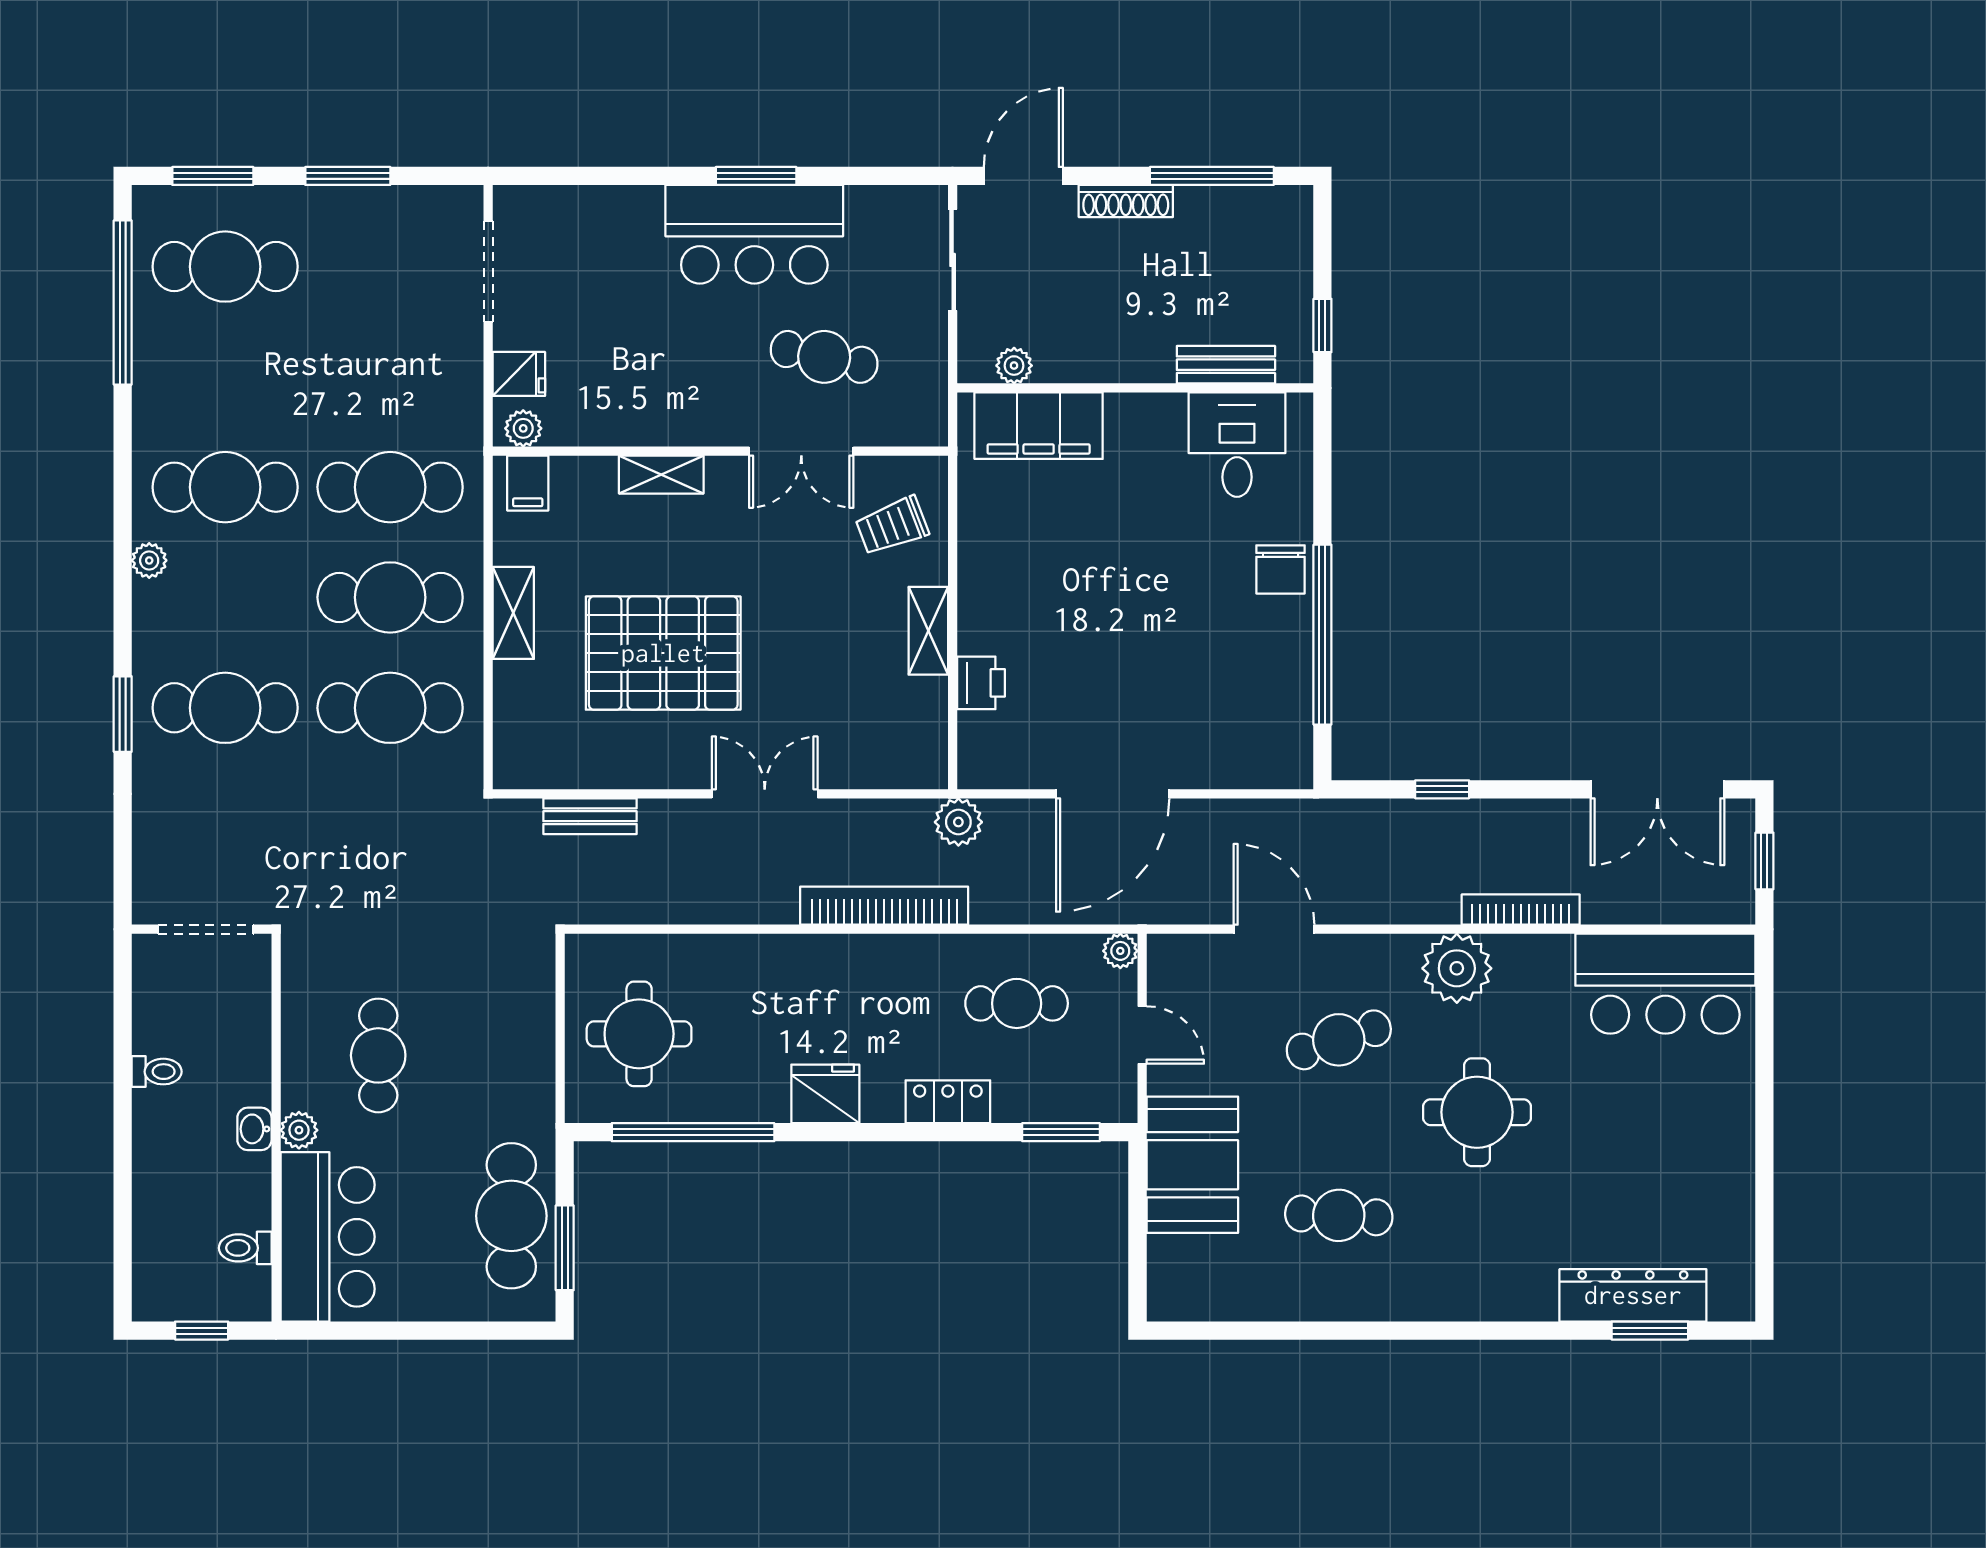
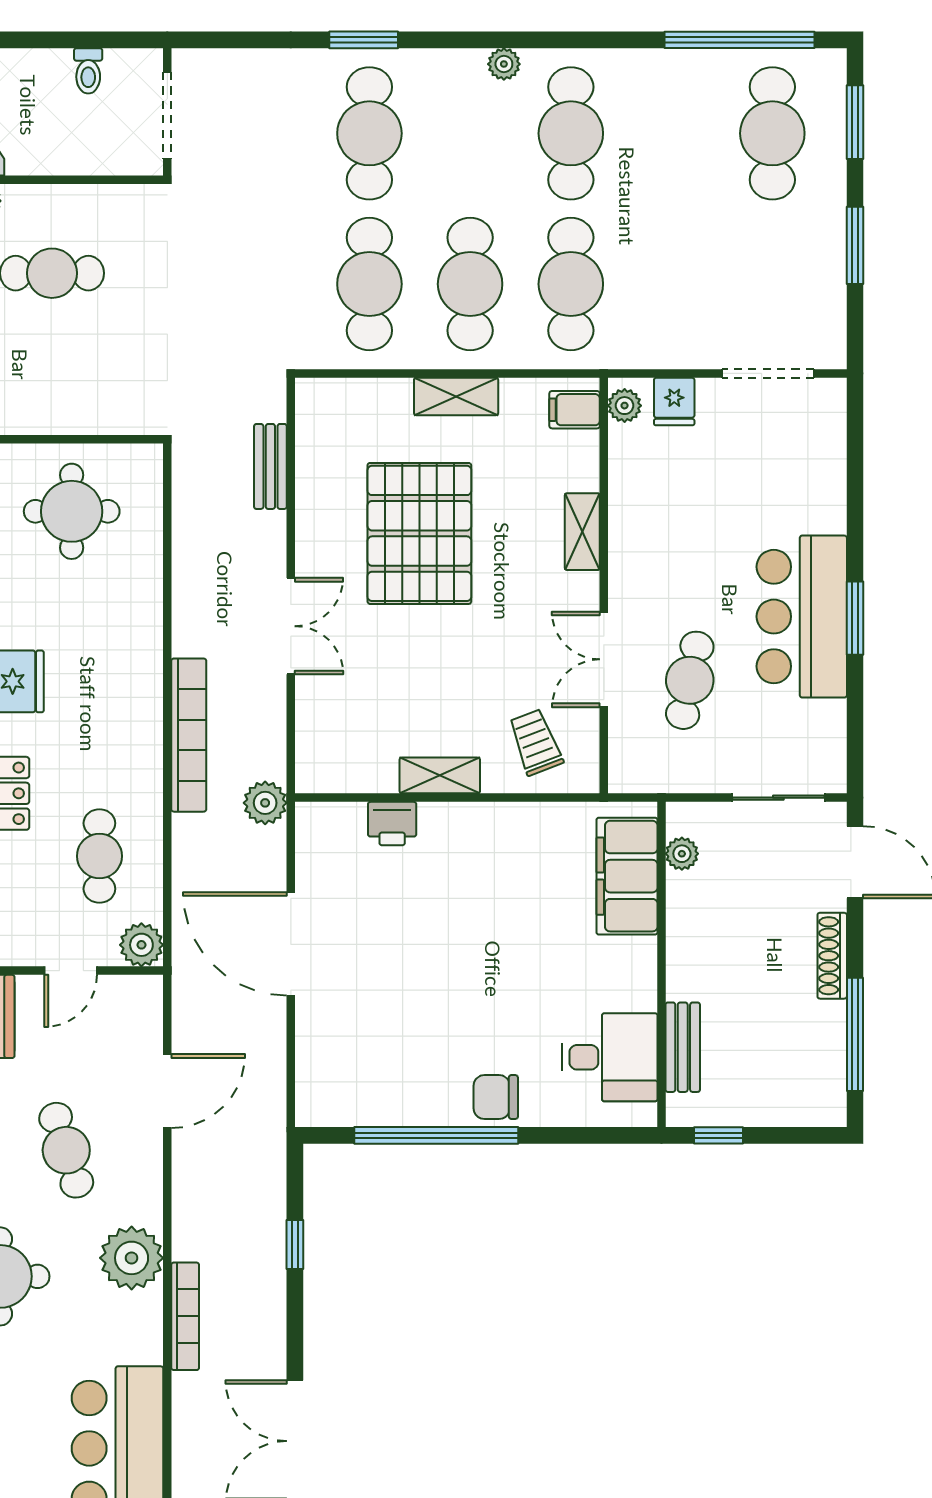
plant: (1120, 951) -> (141, 945), width x1.38, depth x1.38
toilet: (157, 1072) -> (88, 71), moved

